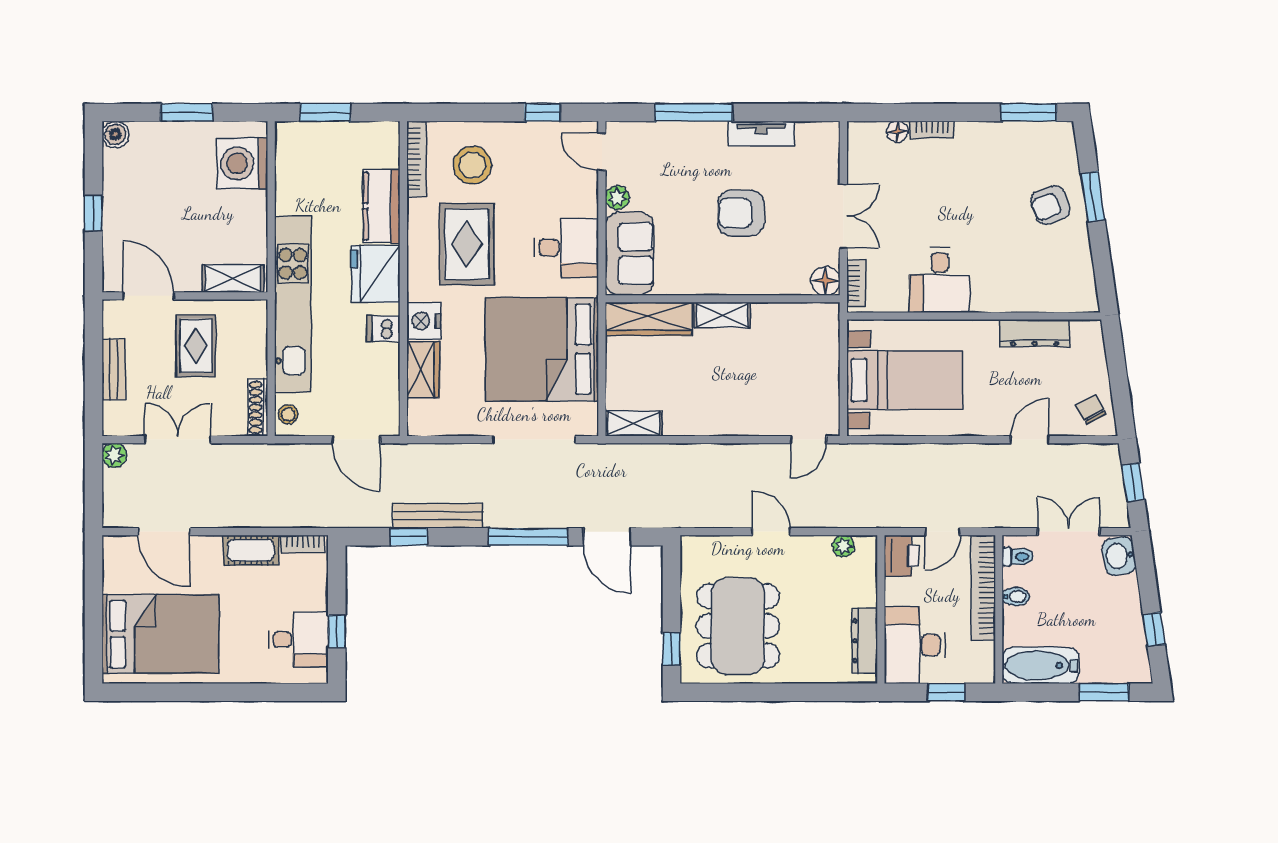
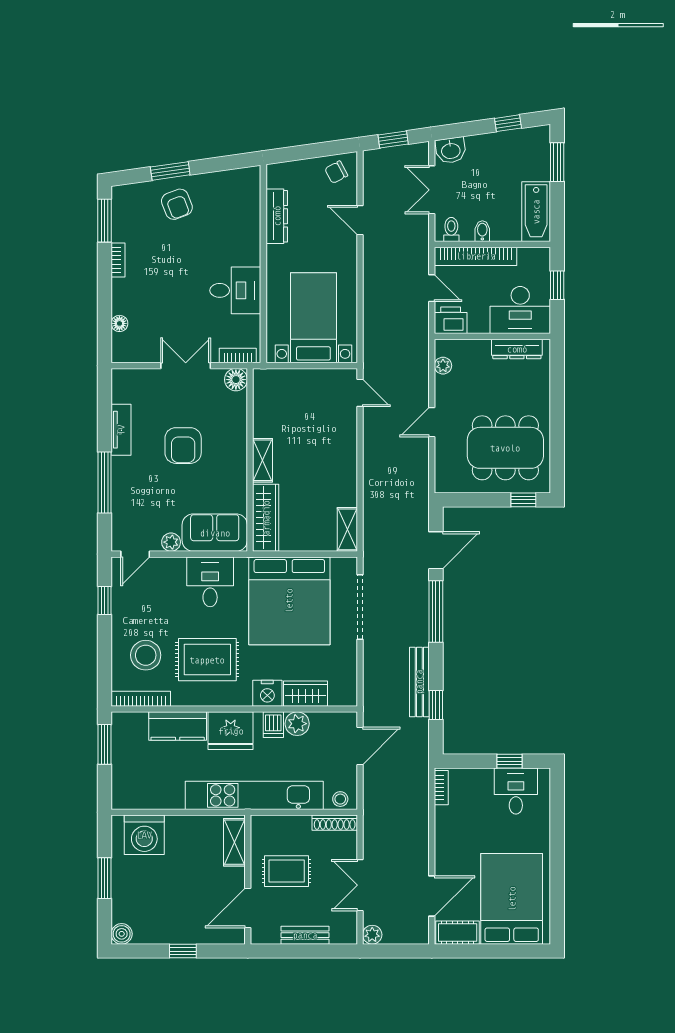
window: (325, 112) -> (104, 744), moved
bookcase: (932, 130) -> (118, 260), moved
plant: (385, 359) -> (297, 724), added
cot: (251, 550) -> (458, 933), moved, turned 90

